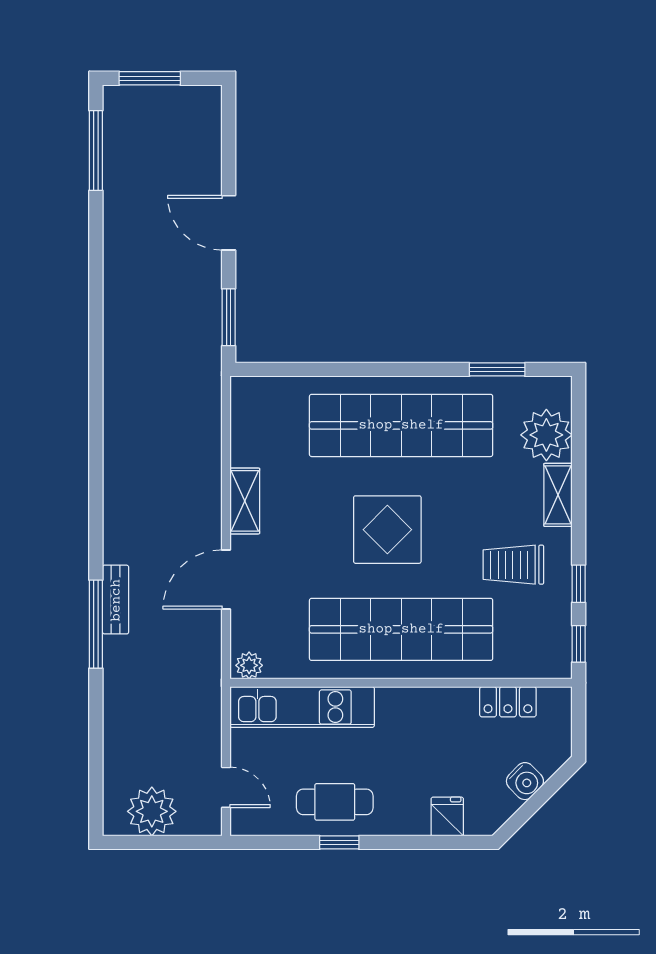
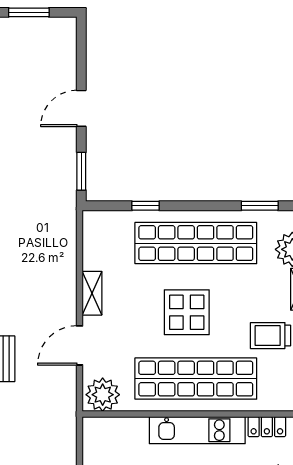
door: (229, 223) -> (81, 108), hinge flipped
window: (325, 369) -> (146, 206), added
plant: (249, 665) -> (103, 395), width x1.88, depth x1.88
kitchen unit: (302, 707) -> (197, 430), moved

